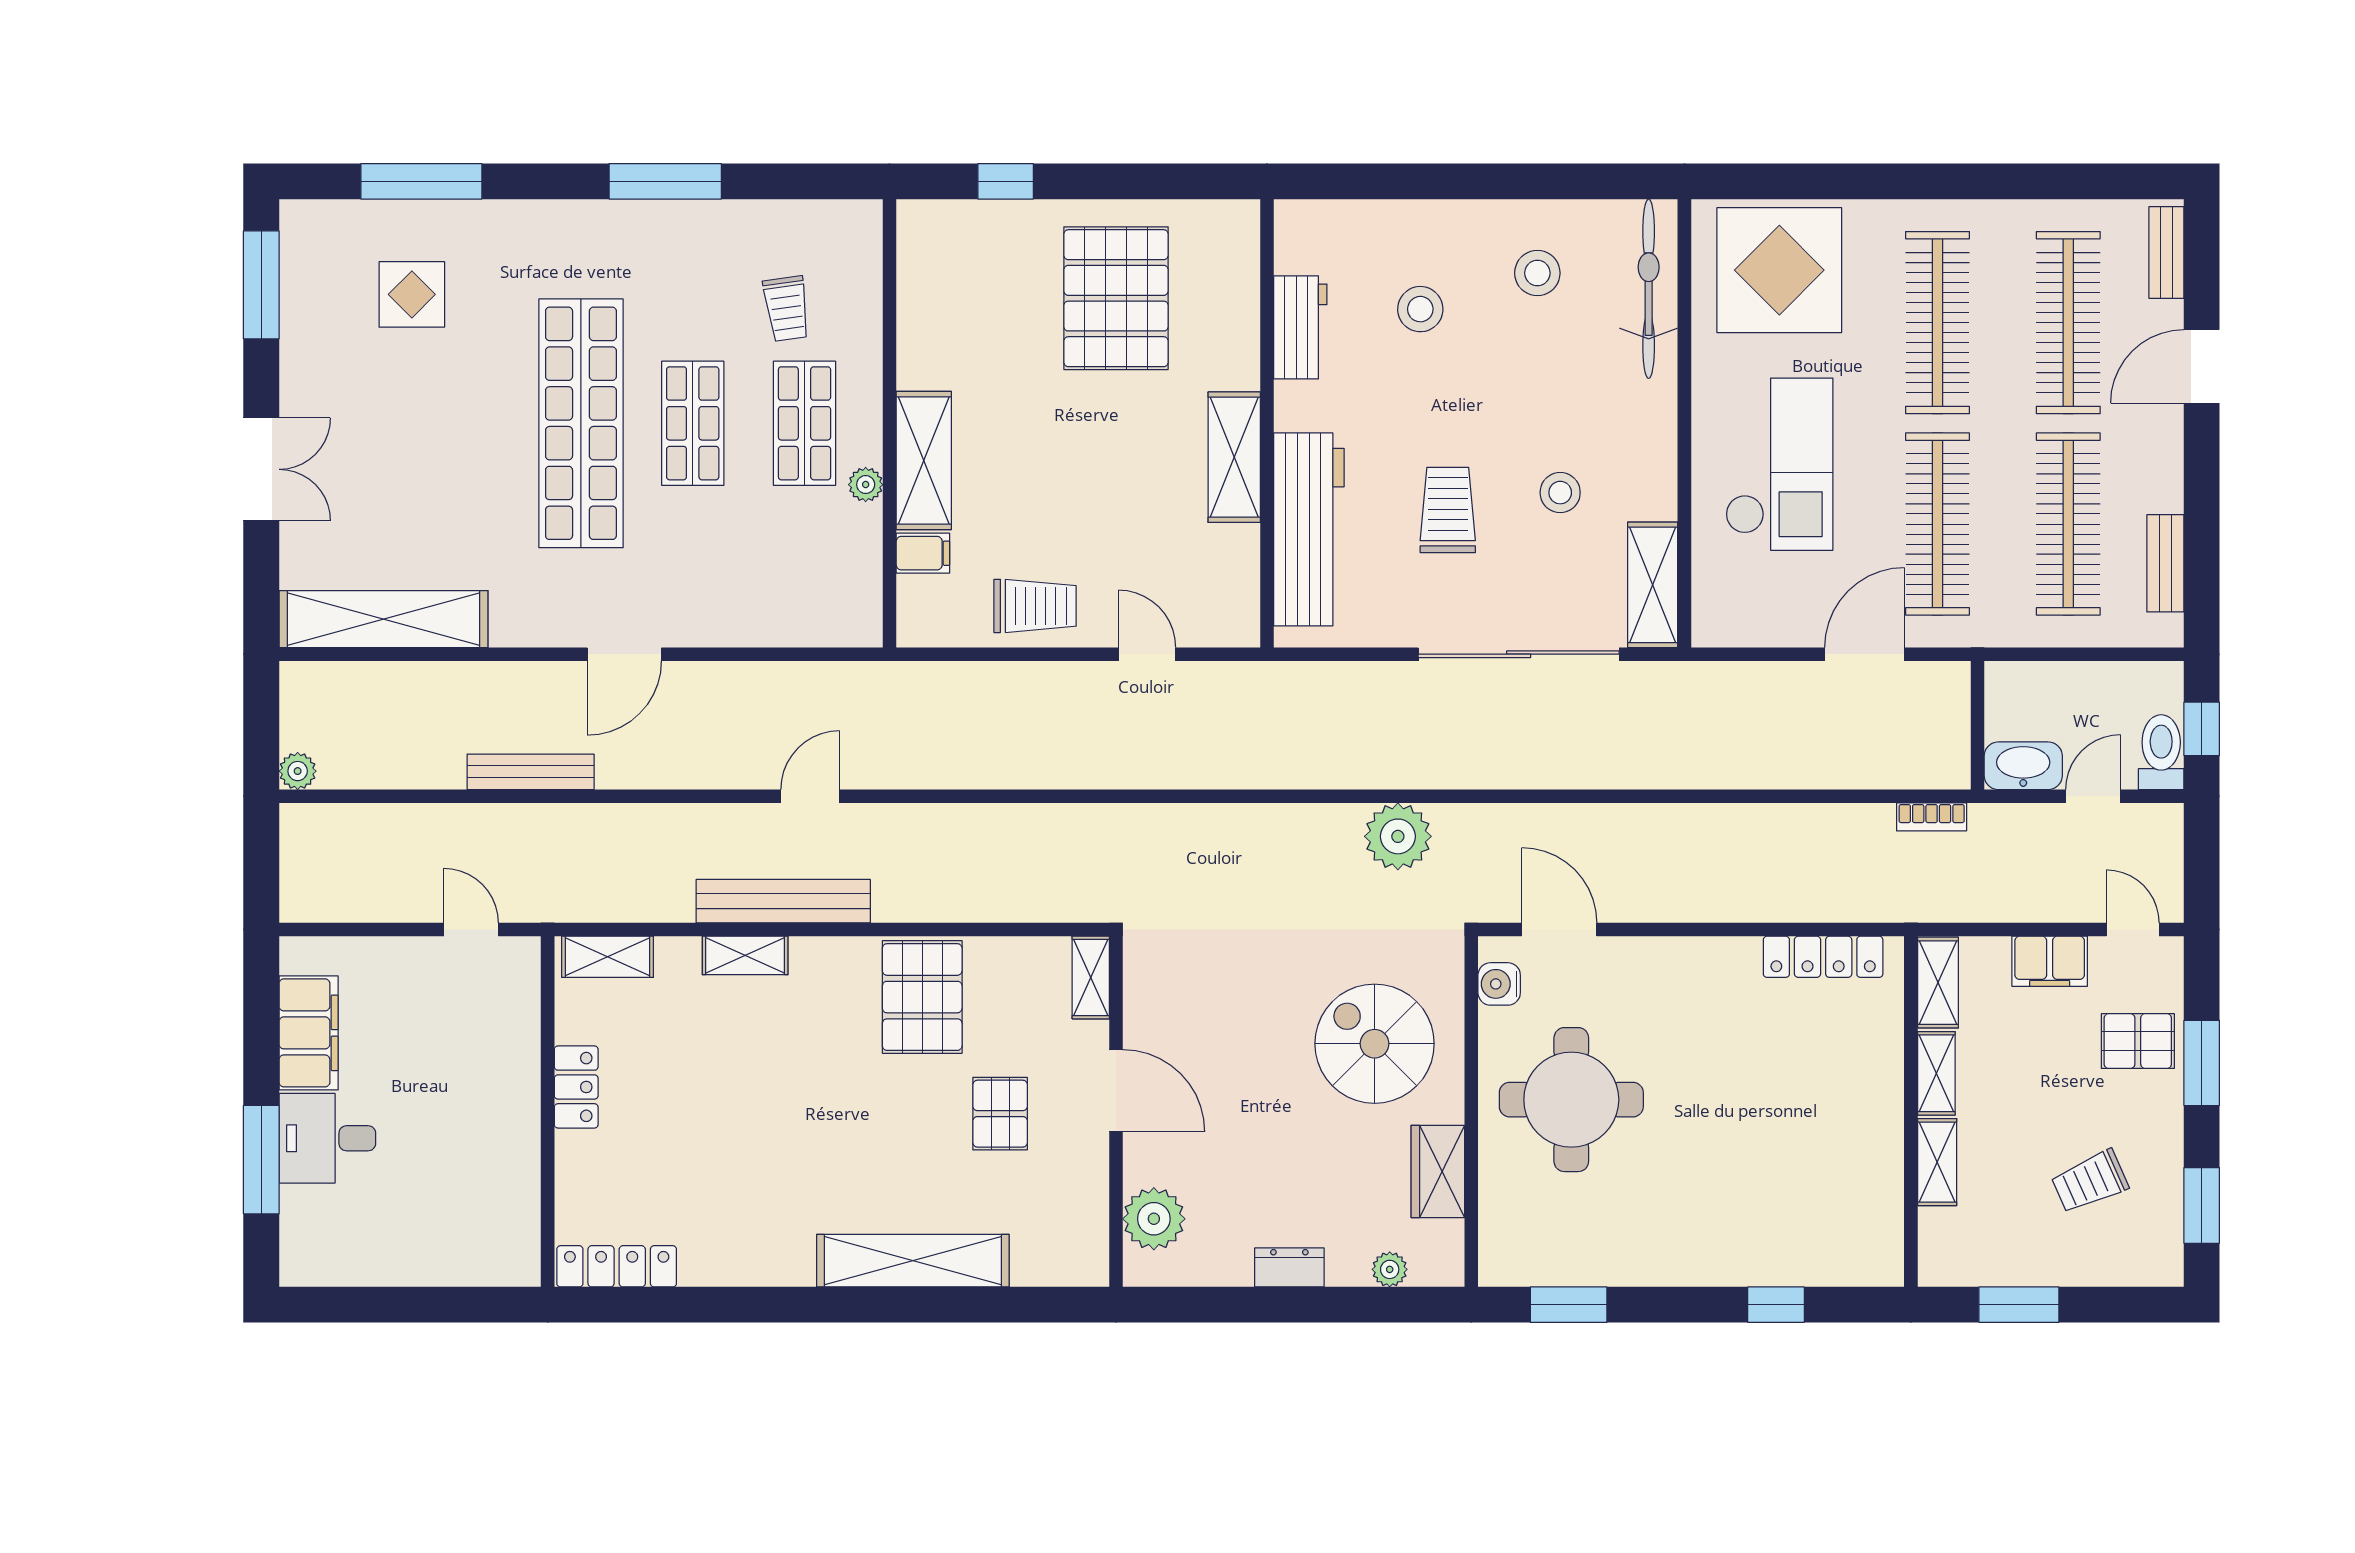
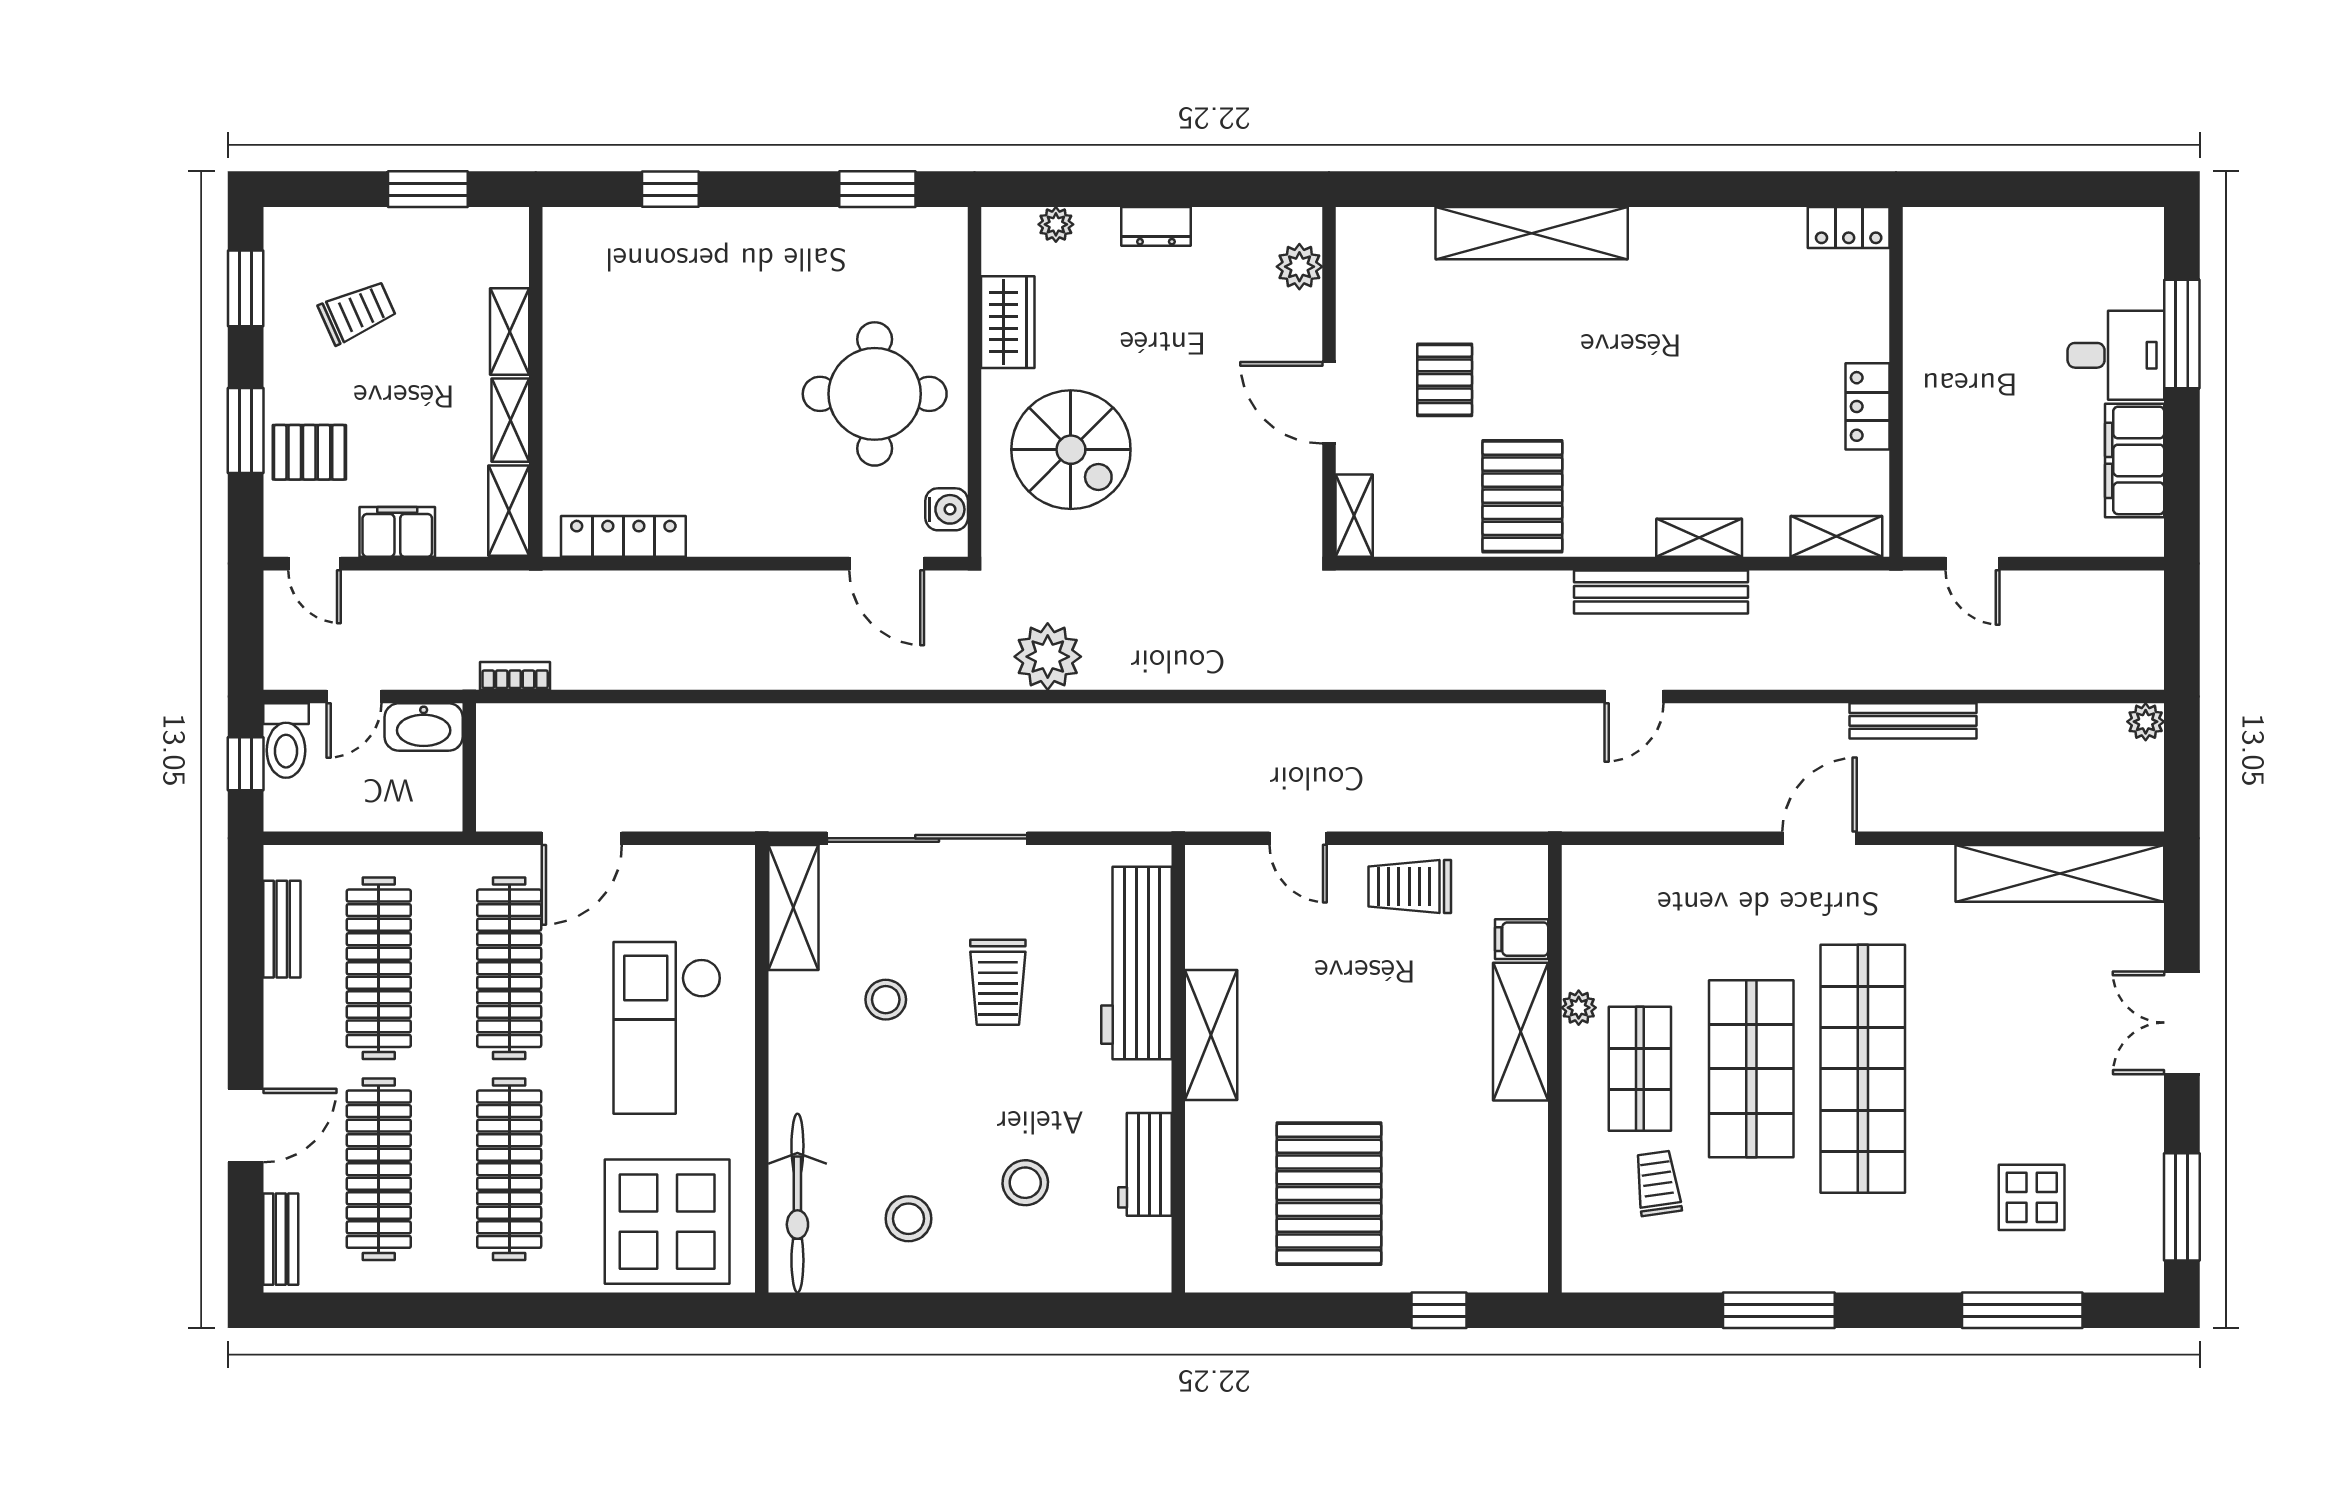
shop shelf: (693, 423) -> (1751, 1069), width x1.43, depth x1.36
plant: (1154, 1219) -> (1299, 267), width x0.73, depth x0.73
locker: (617, 1266) -> (1849, 228), width x0.66

